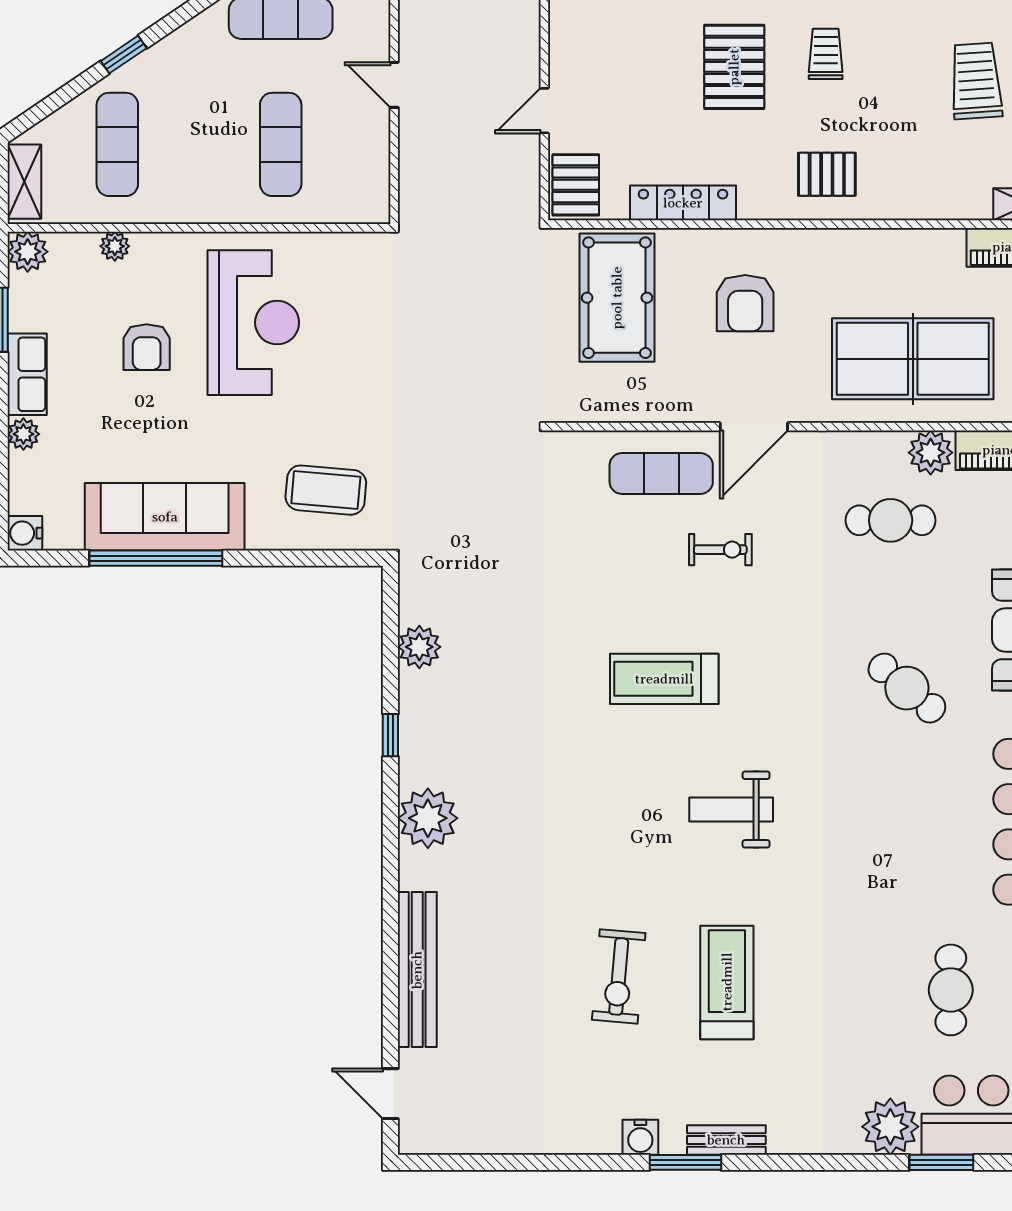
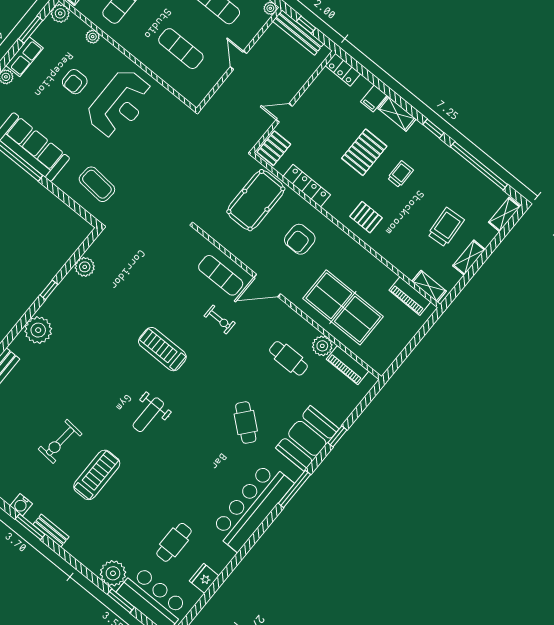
exercise mat: (281, 144) -> (181, 49), turned 90
weight bench: (731, 810) -> (148, 415), turned -90

